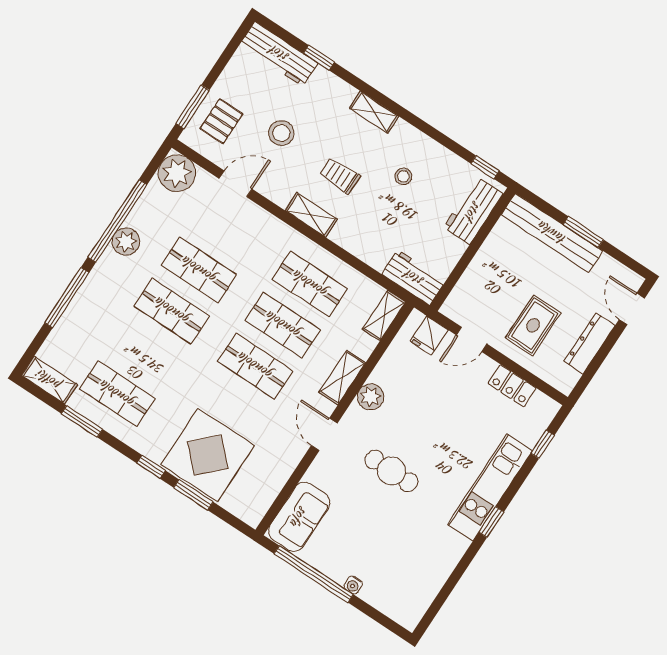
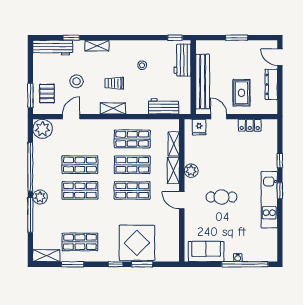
shelving: (374, 112) -> (97, 46), moved
bench: (552, 233) -> (203, 82), moved, turned 90
plant: (126, 242) -> (40, 197), moved
workbench: (414, 278) -> (164, 106), moved
shelving: (384, 316) -> (174, 144), moved
door: (472, 339) -> (219, 117), swing flipped
window: (543, 444) -> (280, 160), moved
kitchen unit: (490, 488) -> (269, 200), moved
sofa: (299, 517) -> (206, 251), moved, turned -90
window: (314, 574) -> (245, 264), moved

